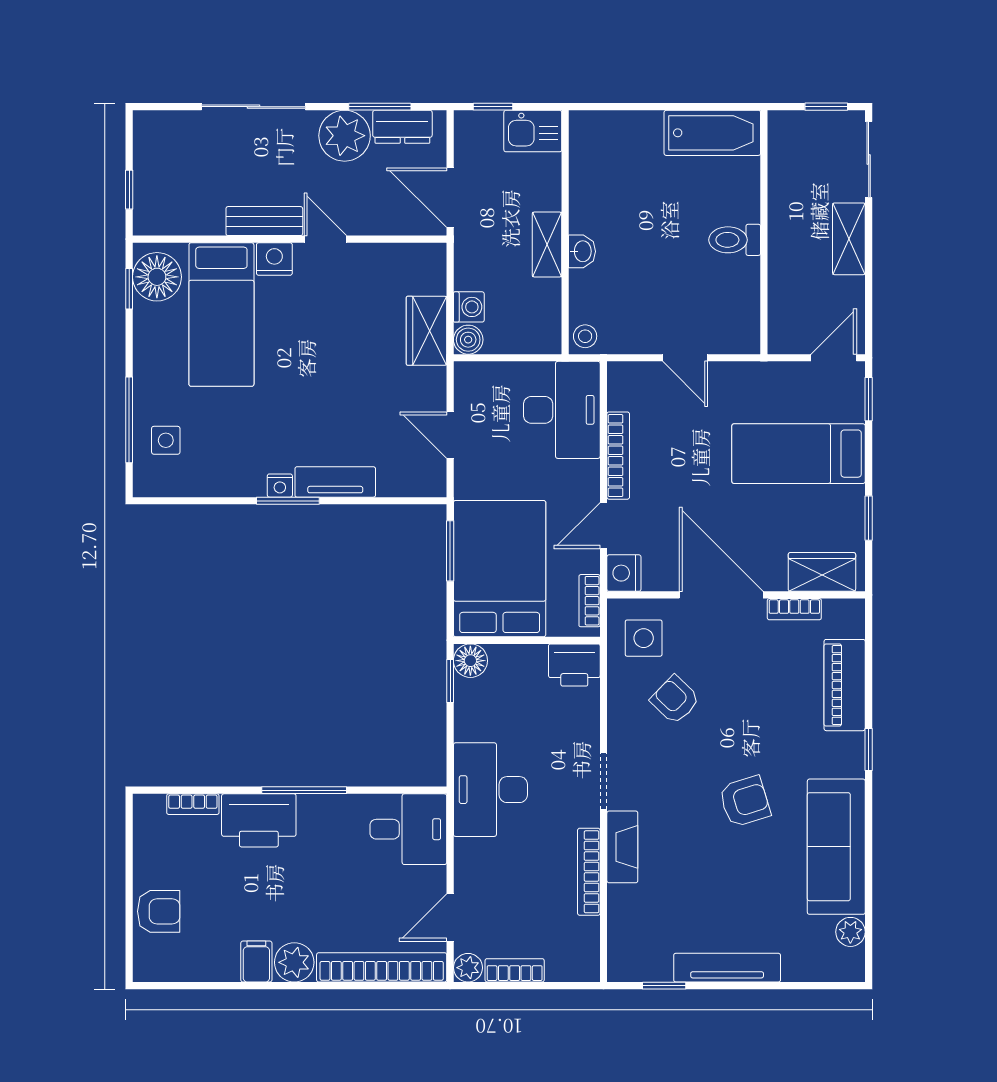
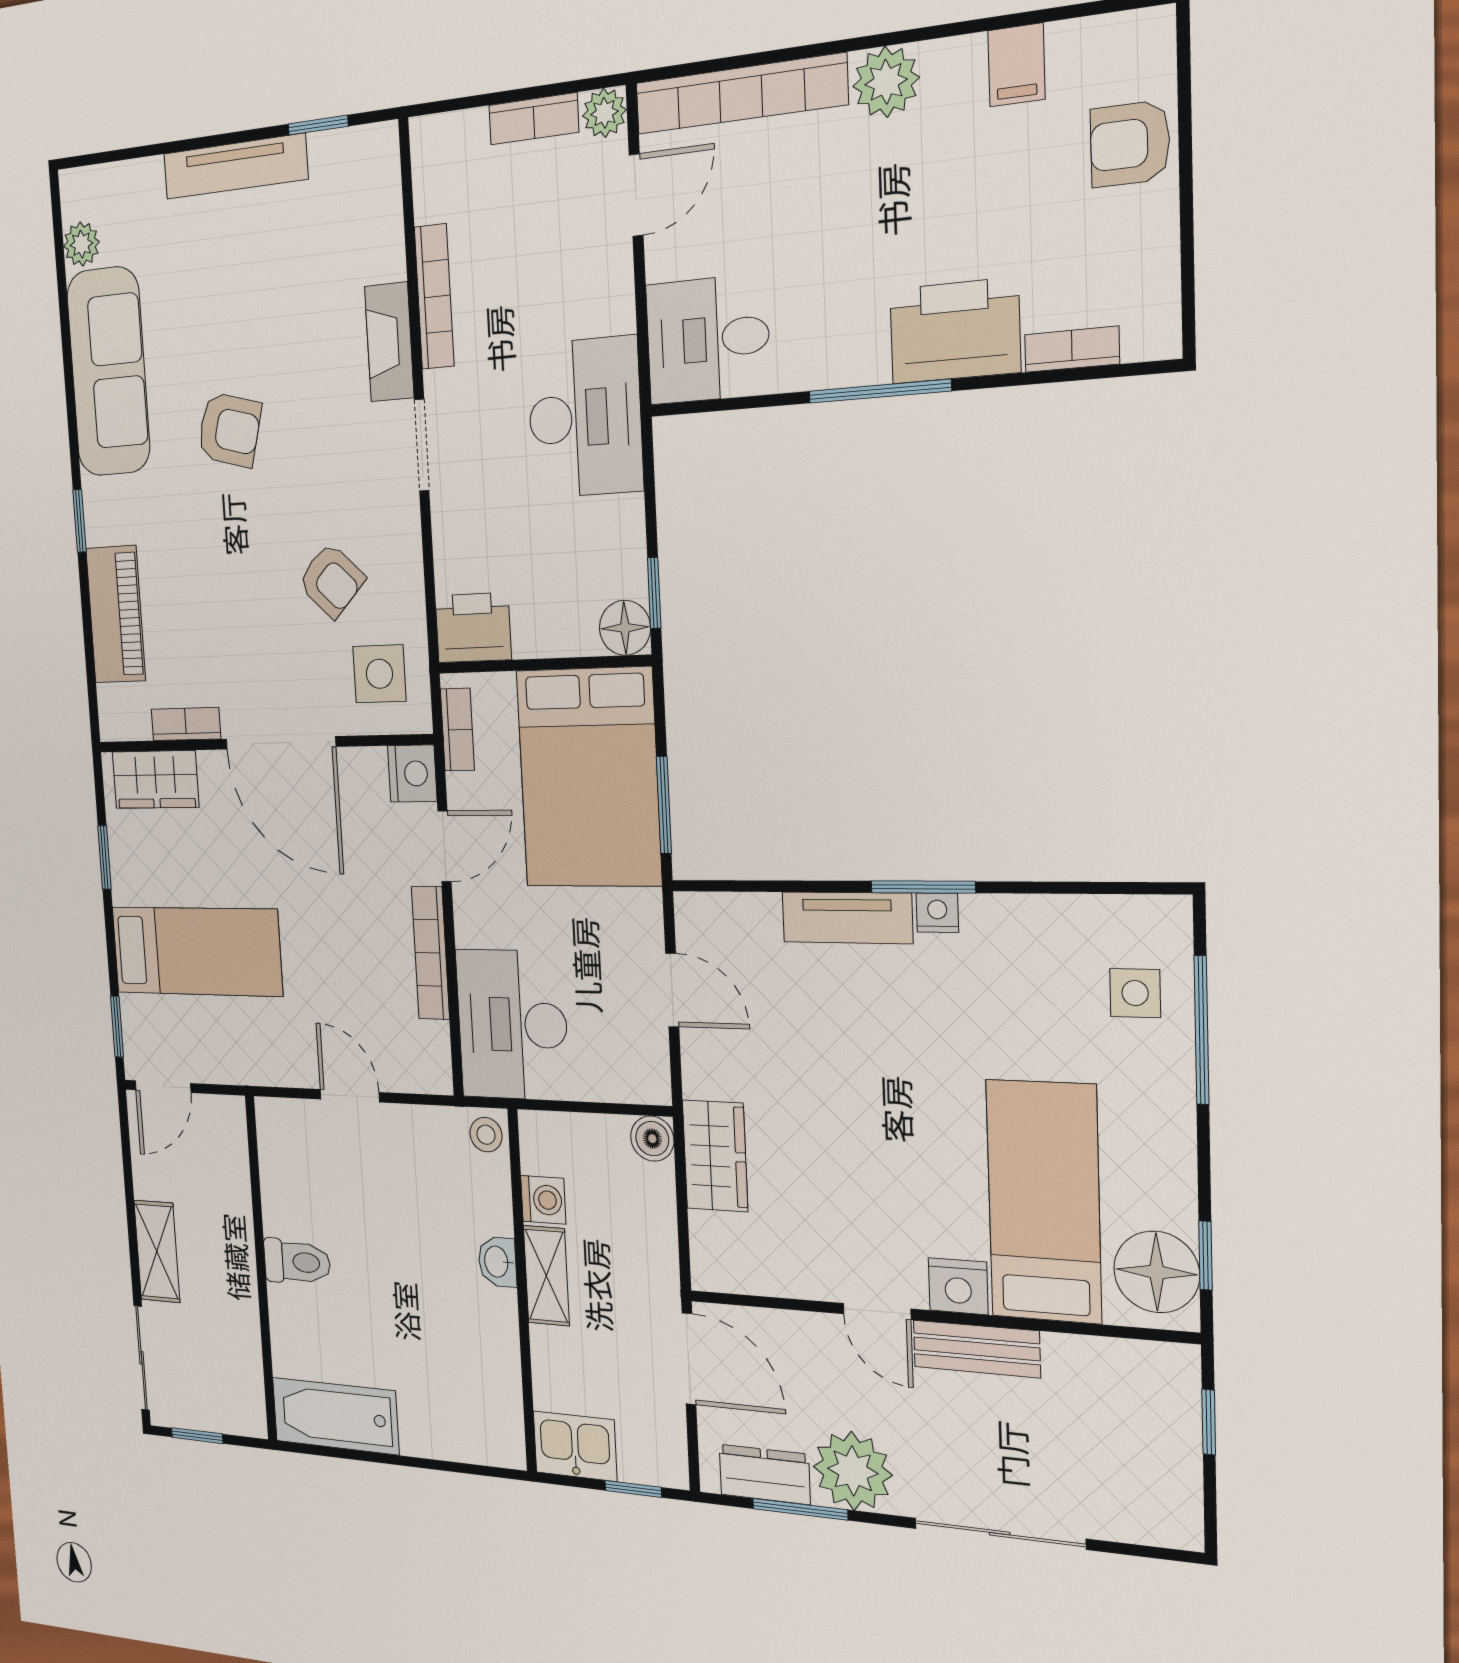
washing machine: (469, 307) -> (543, 1200), moved, turned 180
armchair: (745, 801) -> (229, 430), turned -148
filing cabinet: (256, 961) -> (1016, 65), moved

